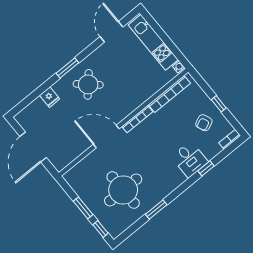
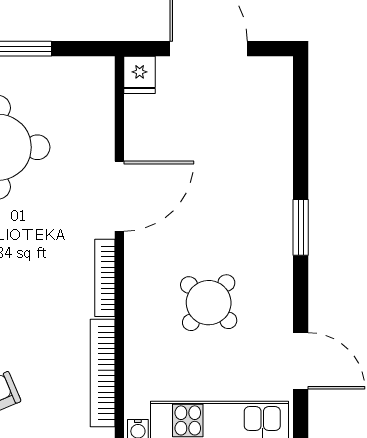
round table: (88, 84) -> (209, 303), moved
fridge: (50, 97) -> (140, 75), moved, turned -90

